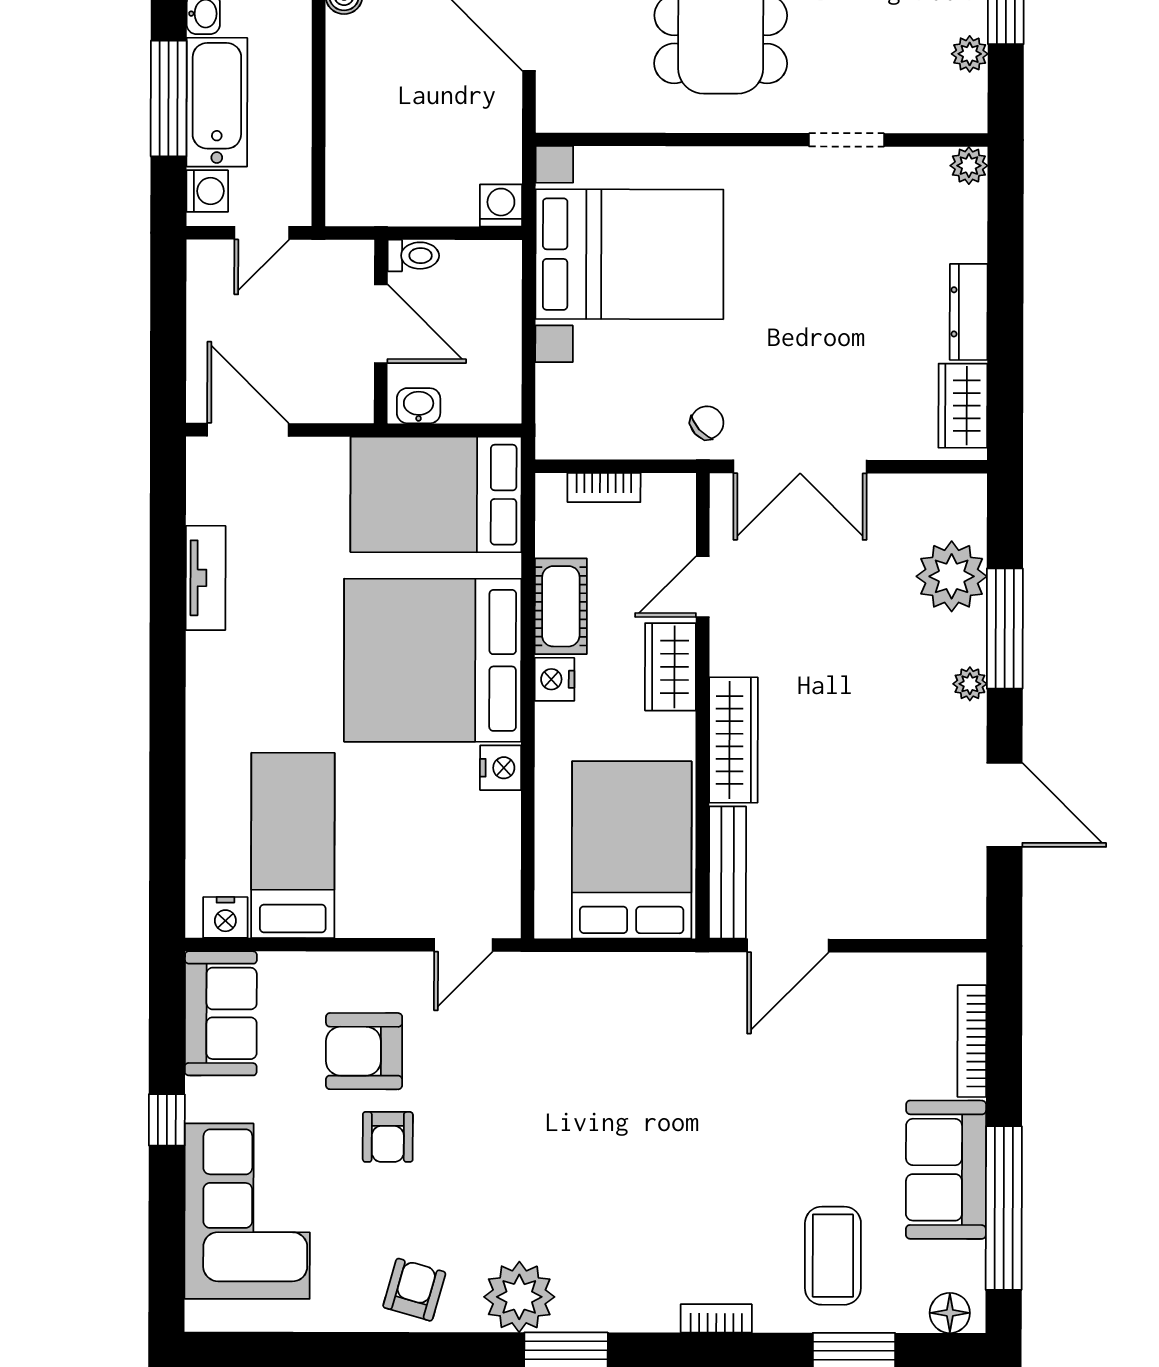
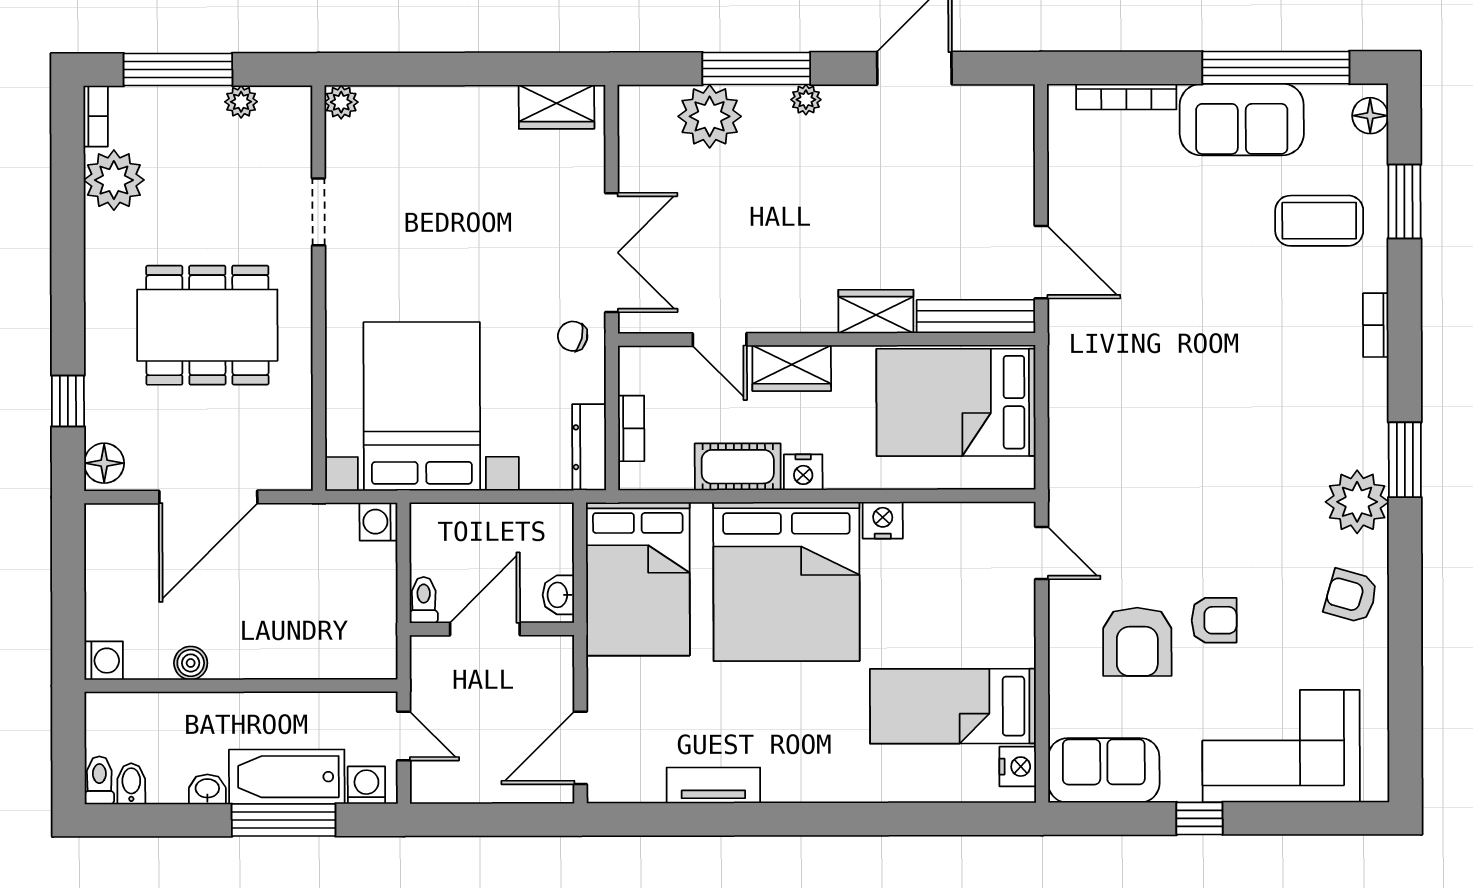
dresser: (969, 312) -> (589, 447), moved, turned 90
chair: (707, 423) -> (573, 336), turned -34
wardrobe: (733, 740) -> (876, 311), width x0.67

